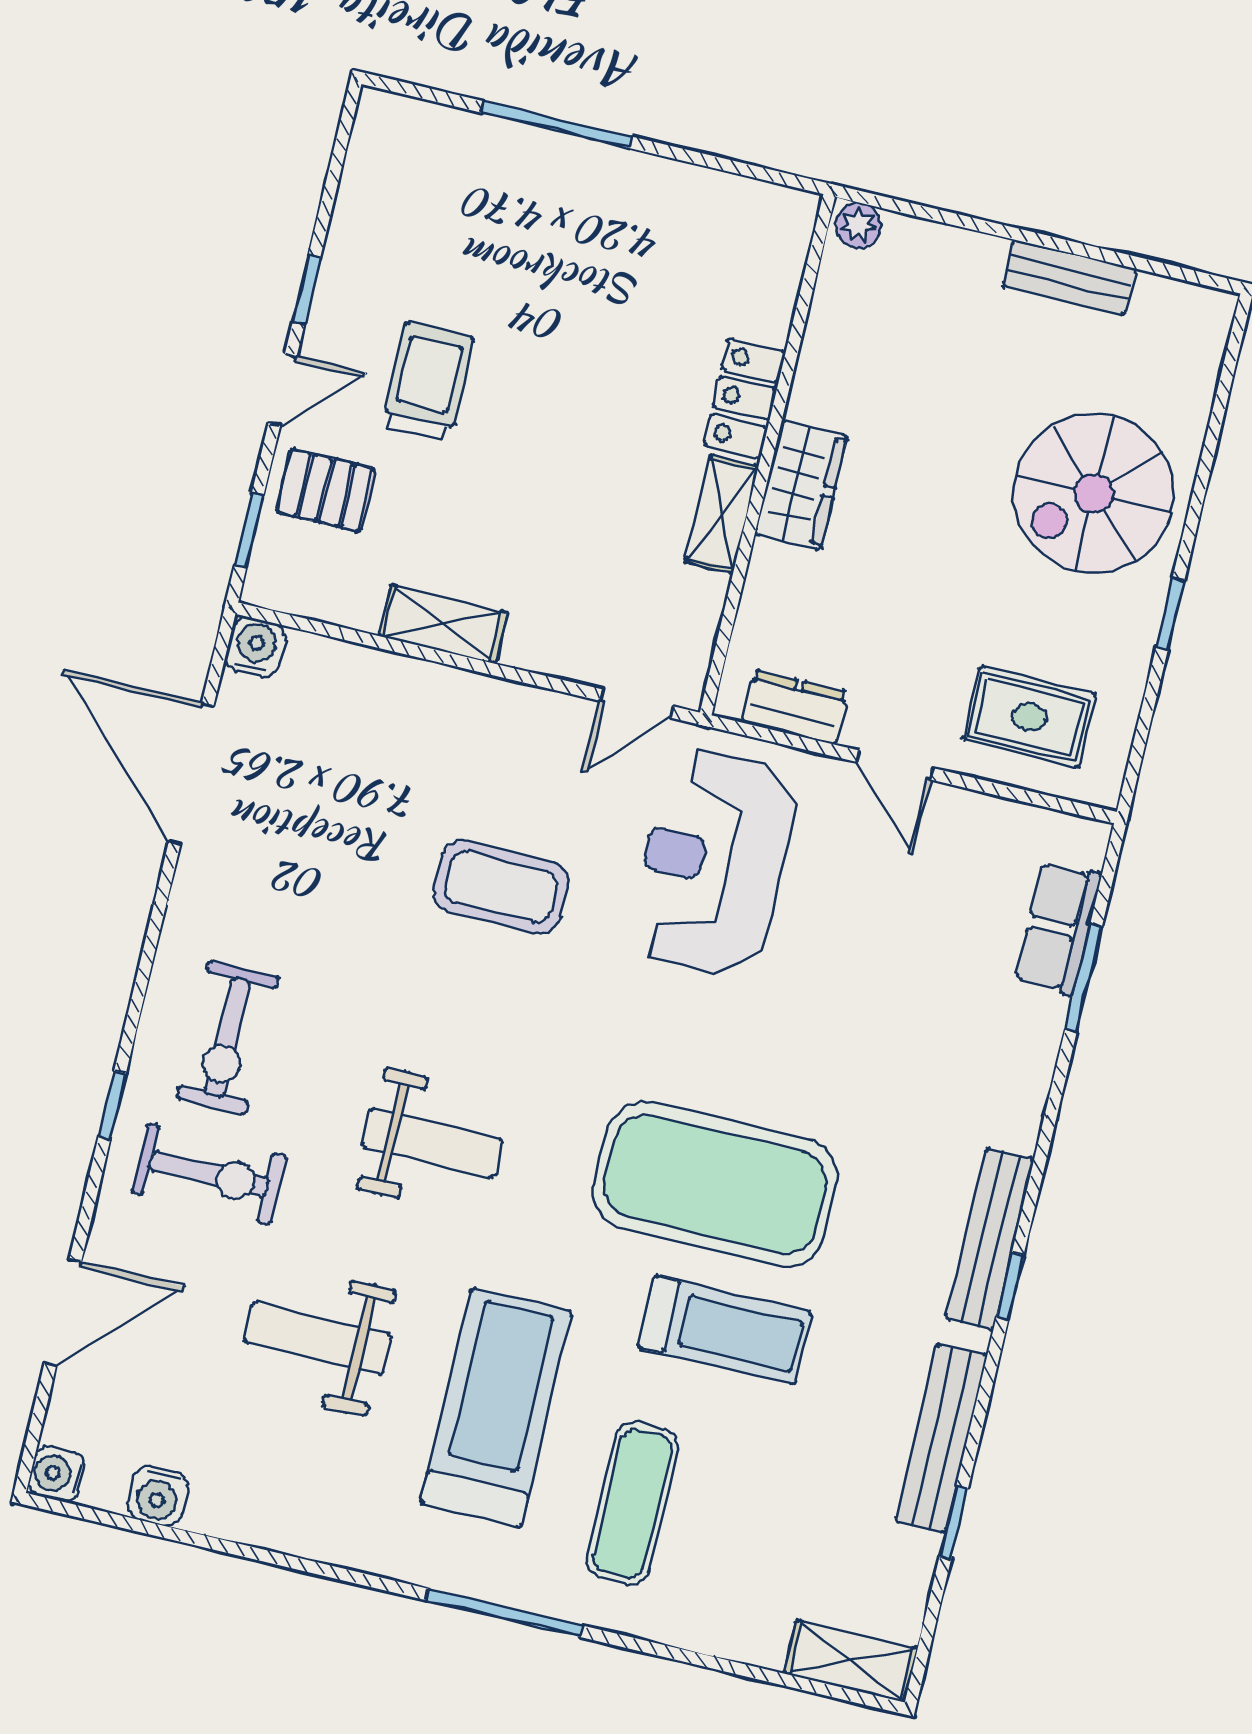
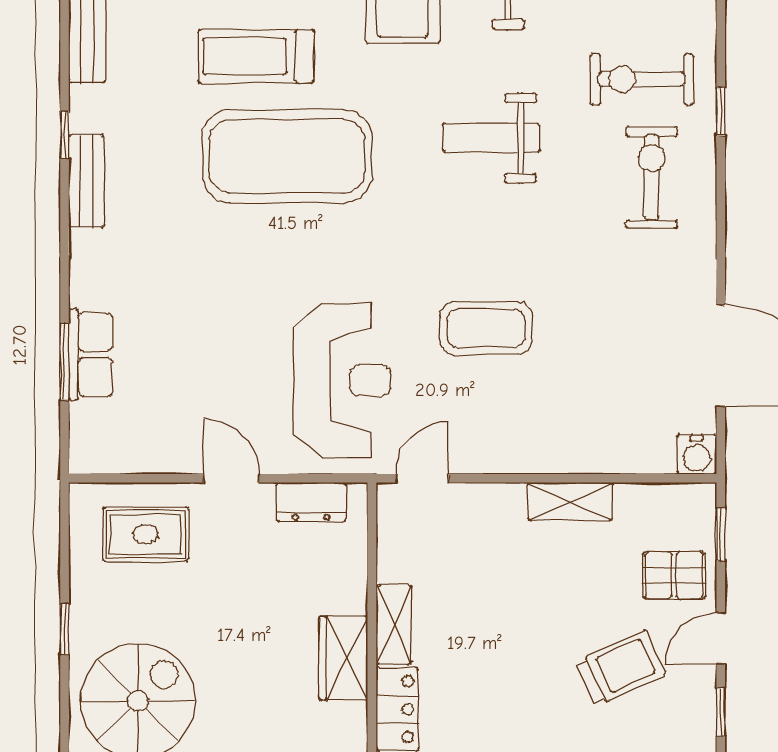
trolley: (428, 382) -> (621, 668), turned -115
row of seats: (1058, 928) -> (90, 355), moved
bench: (990, 1239) -> (86, 181), width x0.73

